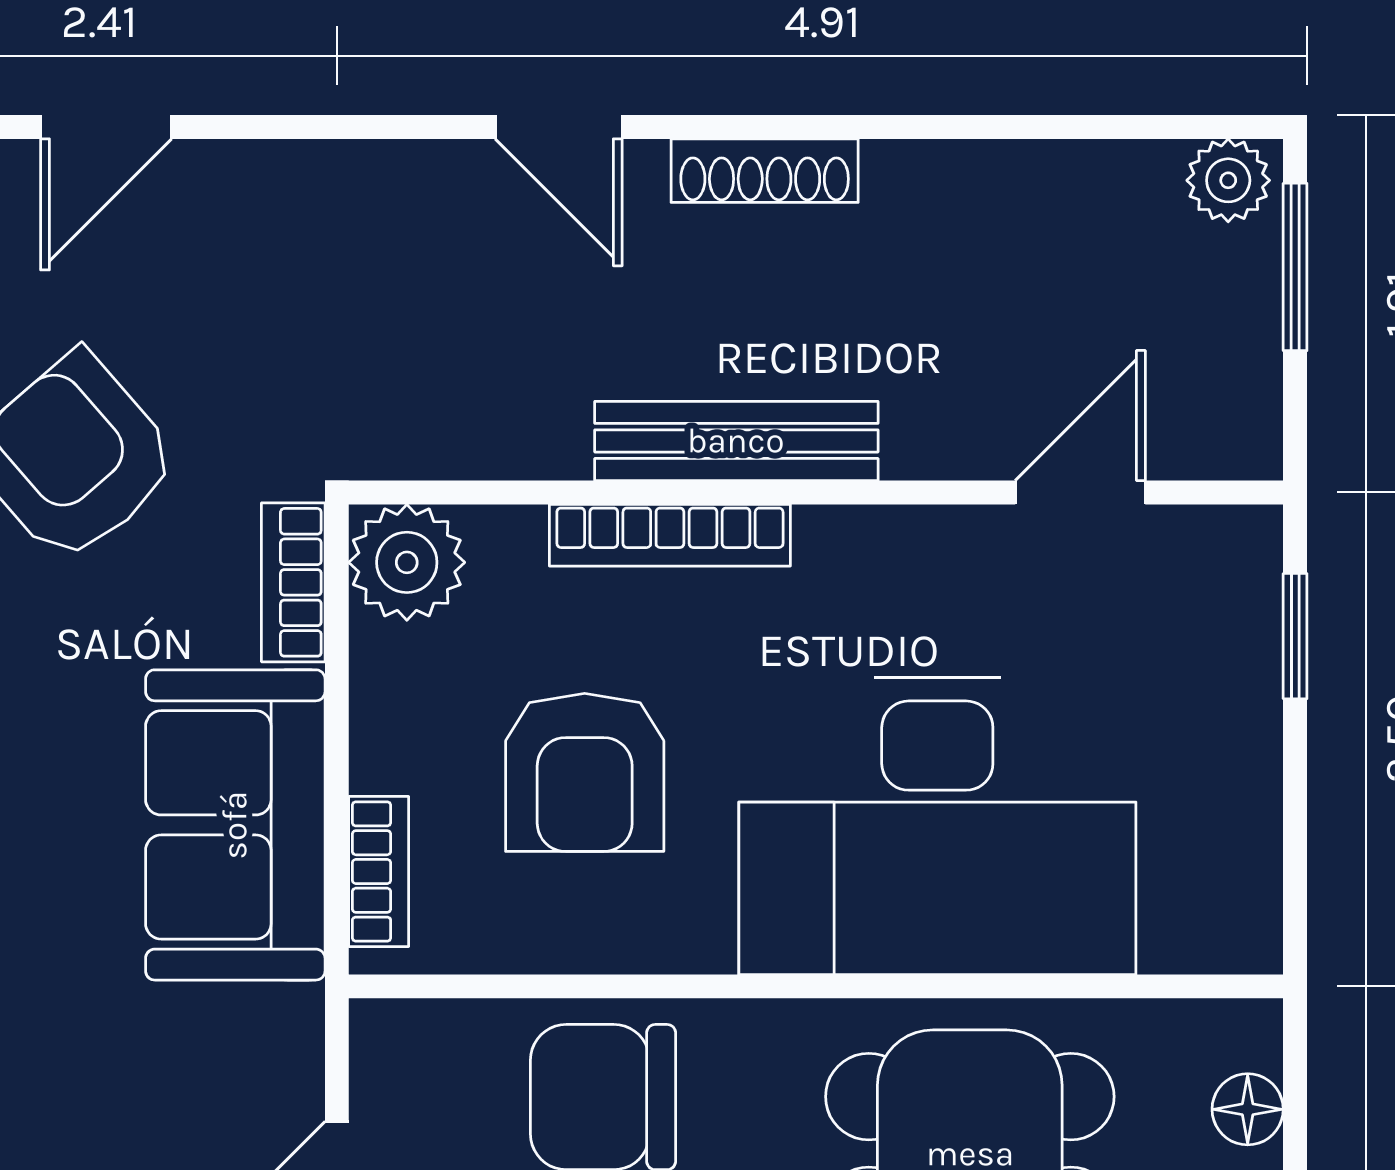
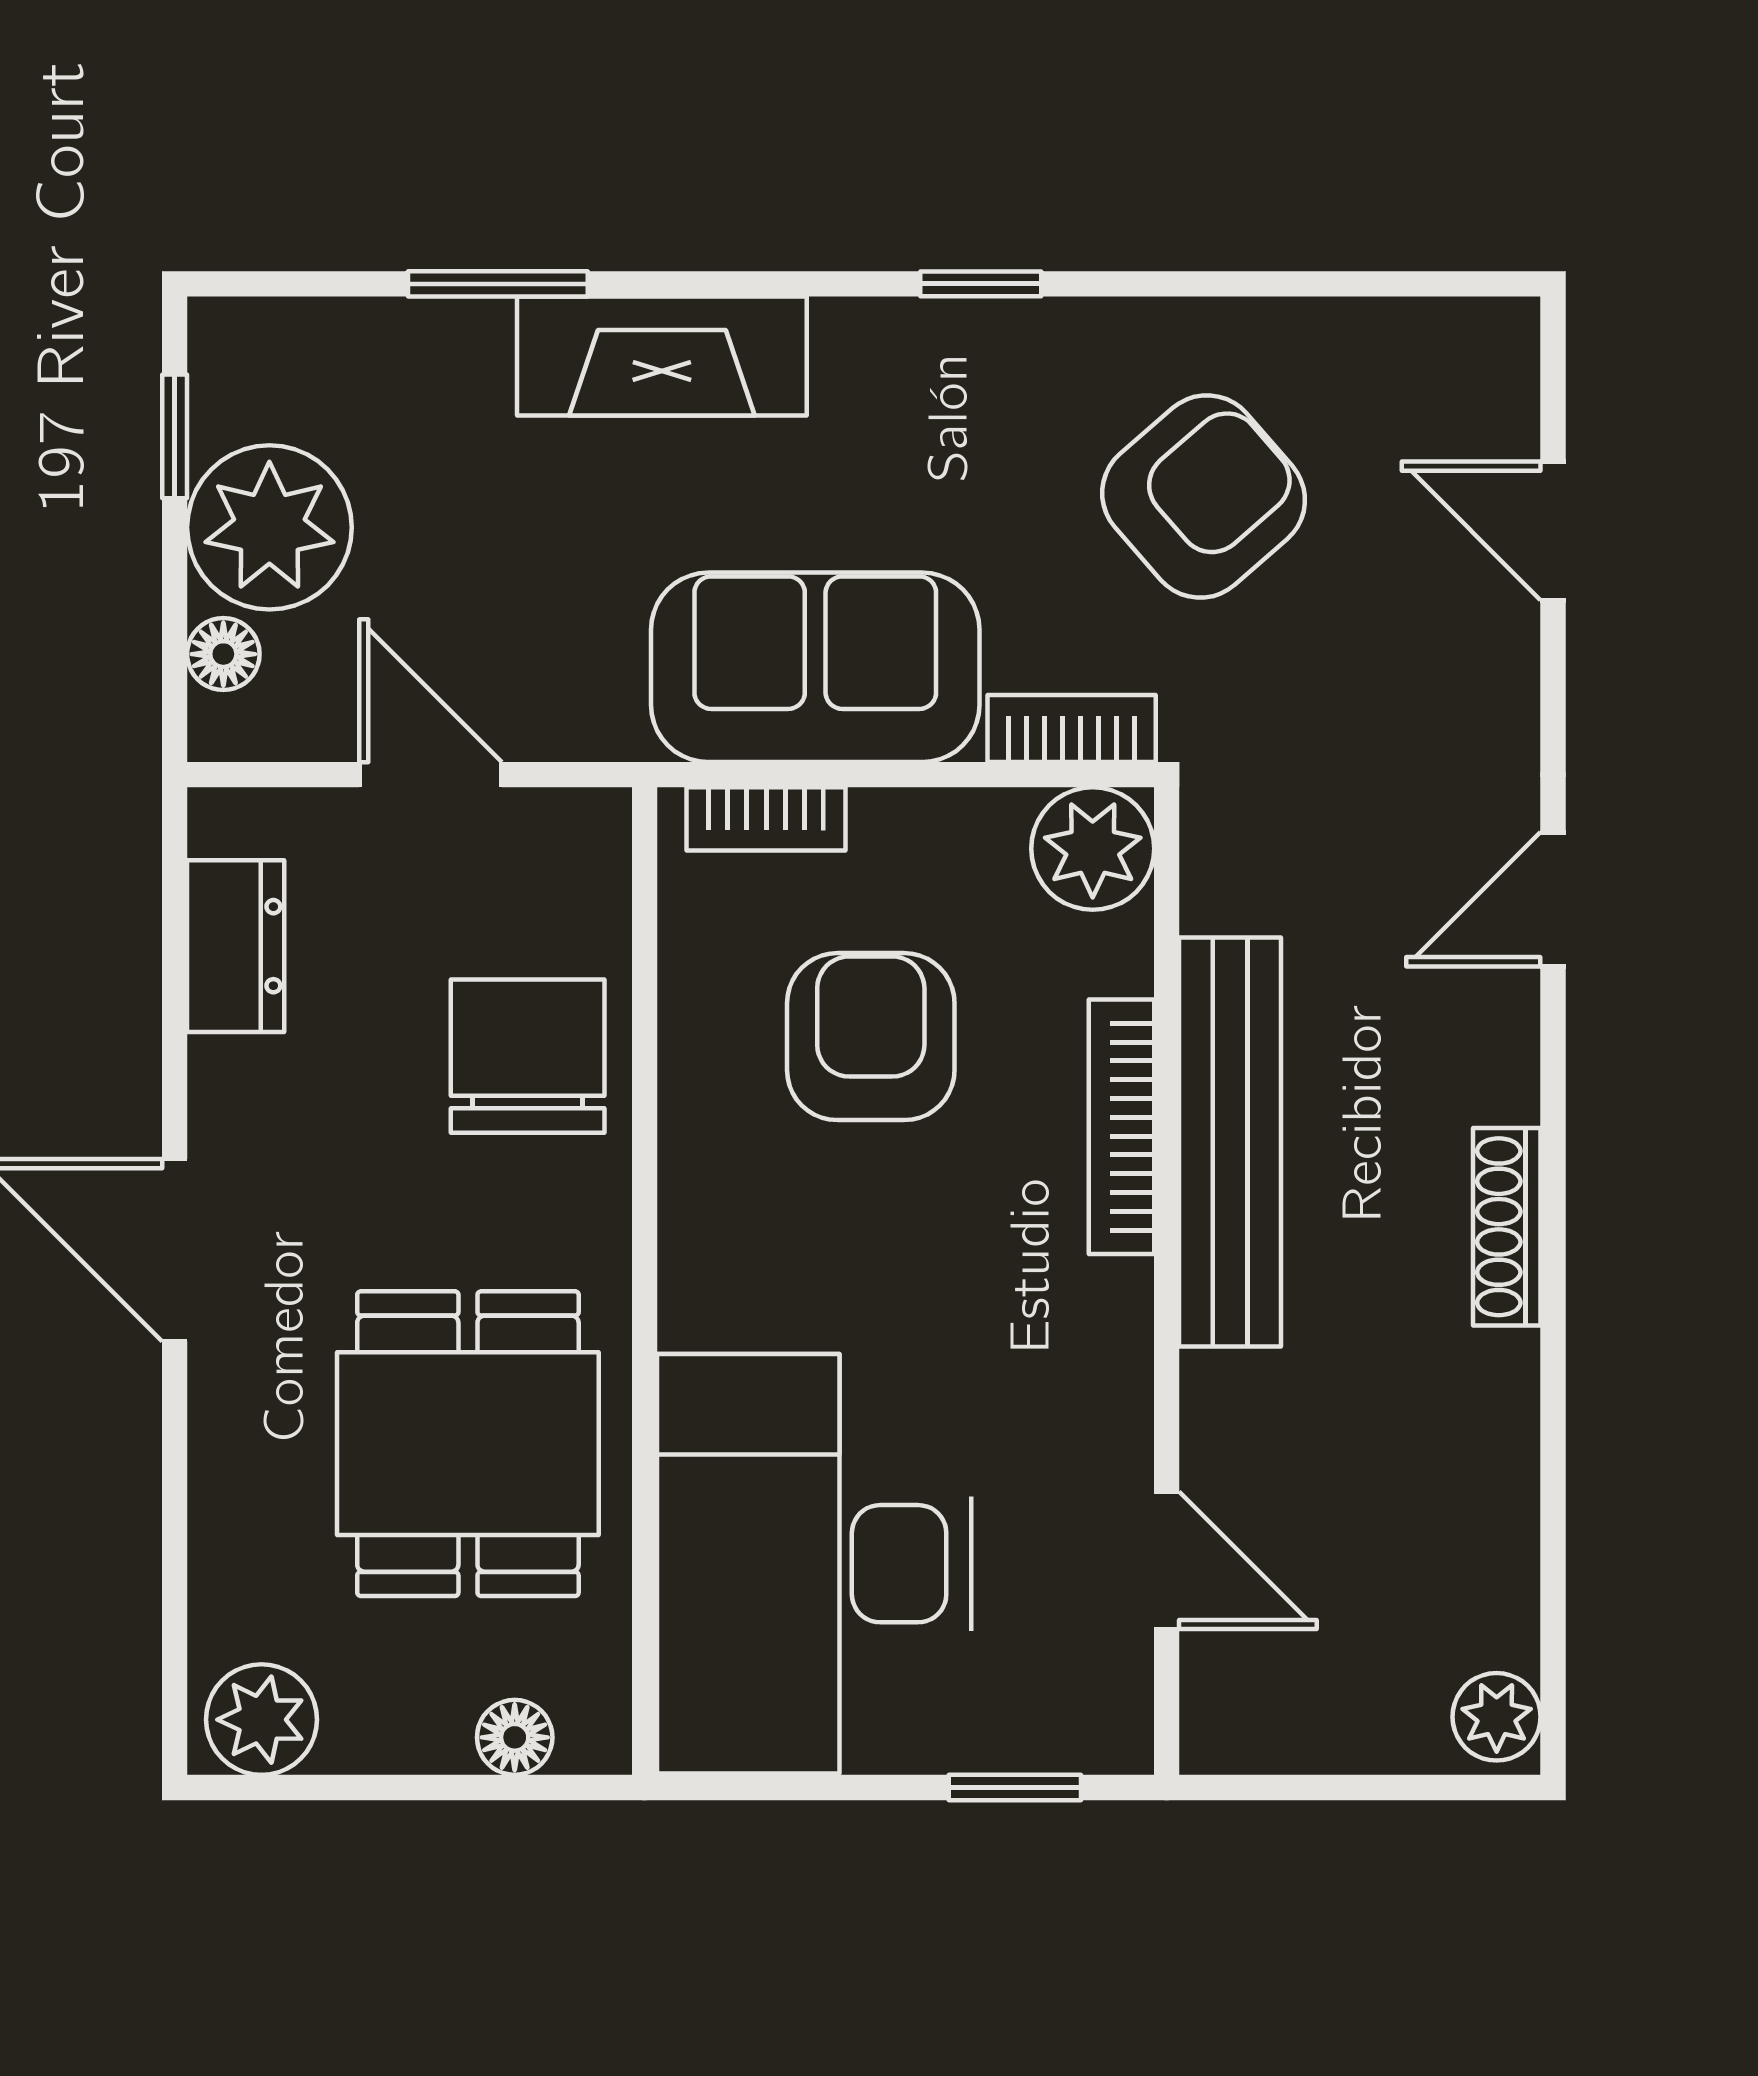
door: (559, 127) -> (1553, 899), moved
window: (1295, 267) -> (1405, 1787), removed
bench: (736, 441) -> (1230, 1142), width x1.37, depth x1.21
armchair: (585, 772) -> (871, 1037), turned 90
desk: (937, 826) -> (814, 1564), moved

